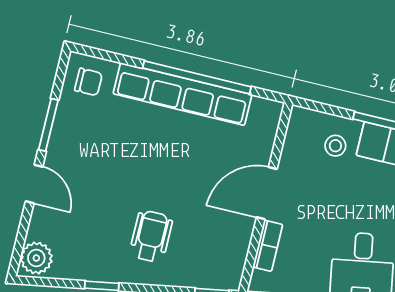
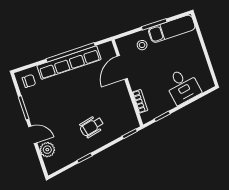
door: (267, 193) -> (122, 67), moved
wheelchair: (151, 236) -> (92, 126), turned -103
plant: (36, 258) -> (47, 150), moved

